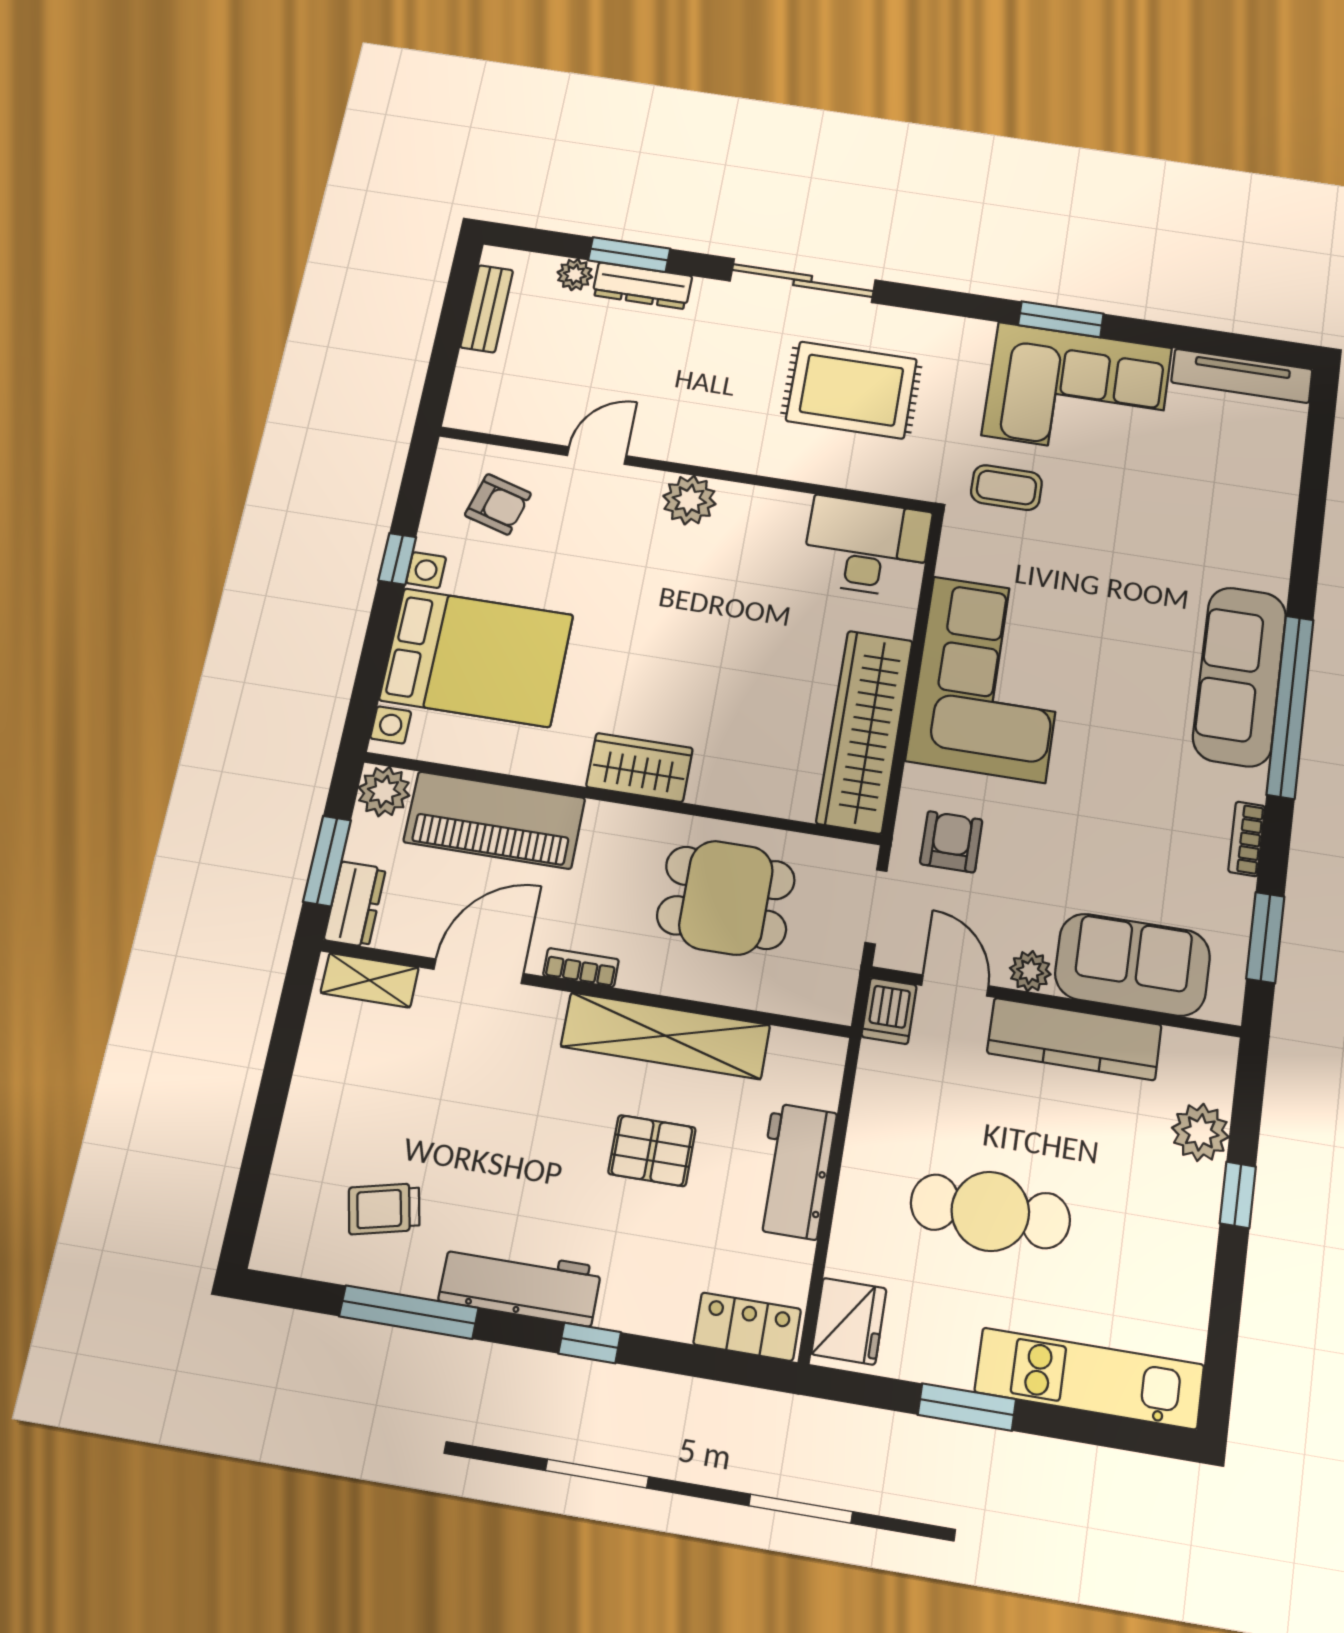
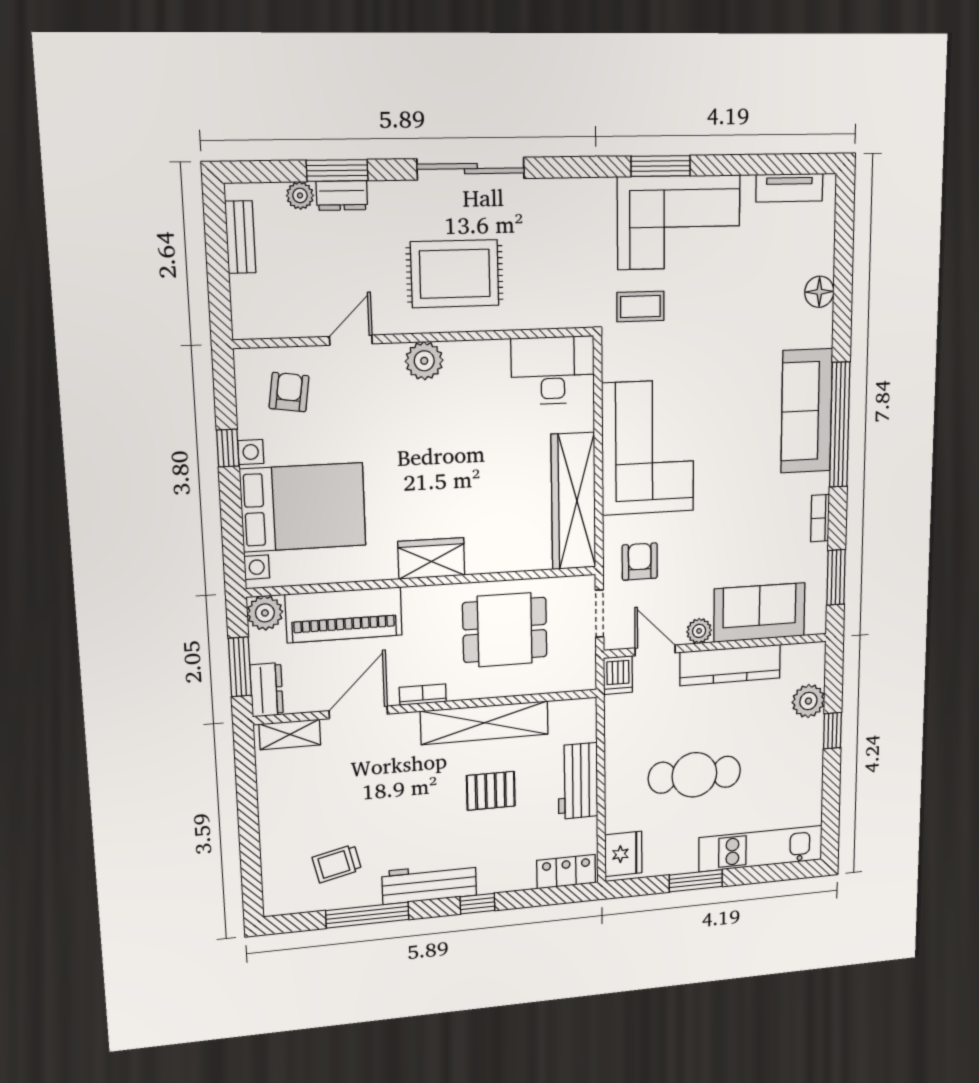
dresser: (642, 286) -> (342, 195), width x0.70
tv unit: (1242, 376) -> (789, 188), width x0.71
rug: (851, 390) -> (455, 274), moved
armchair: (498, 504) -> (289, 392), turned -98
floor lamp: (1274, 516) -> (819, 292), added

